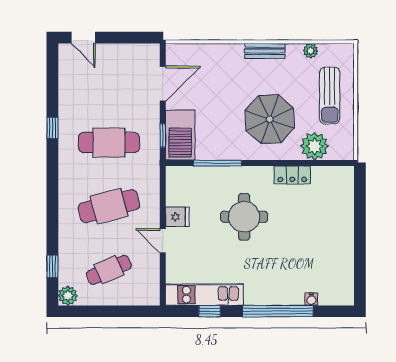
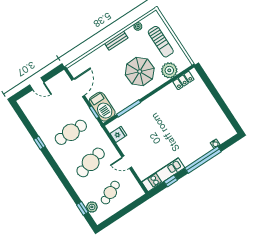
door: (83, 38) -> (37, 84), moved
locker: (292, 175) -> (183, 81), moved
fridge: (177, 217) -> (118, 134), moved
round table: (244, 217) -> (158, 126), removed
plant: (68, 296) -> (92, 207), moved

